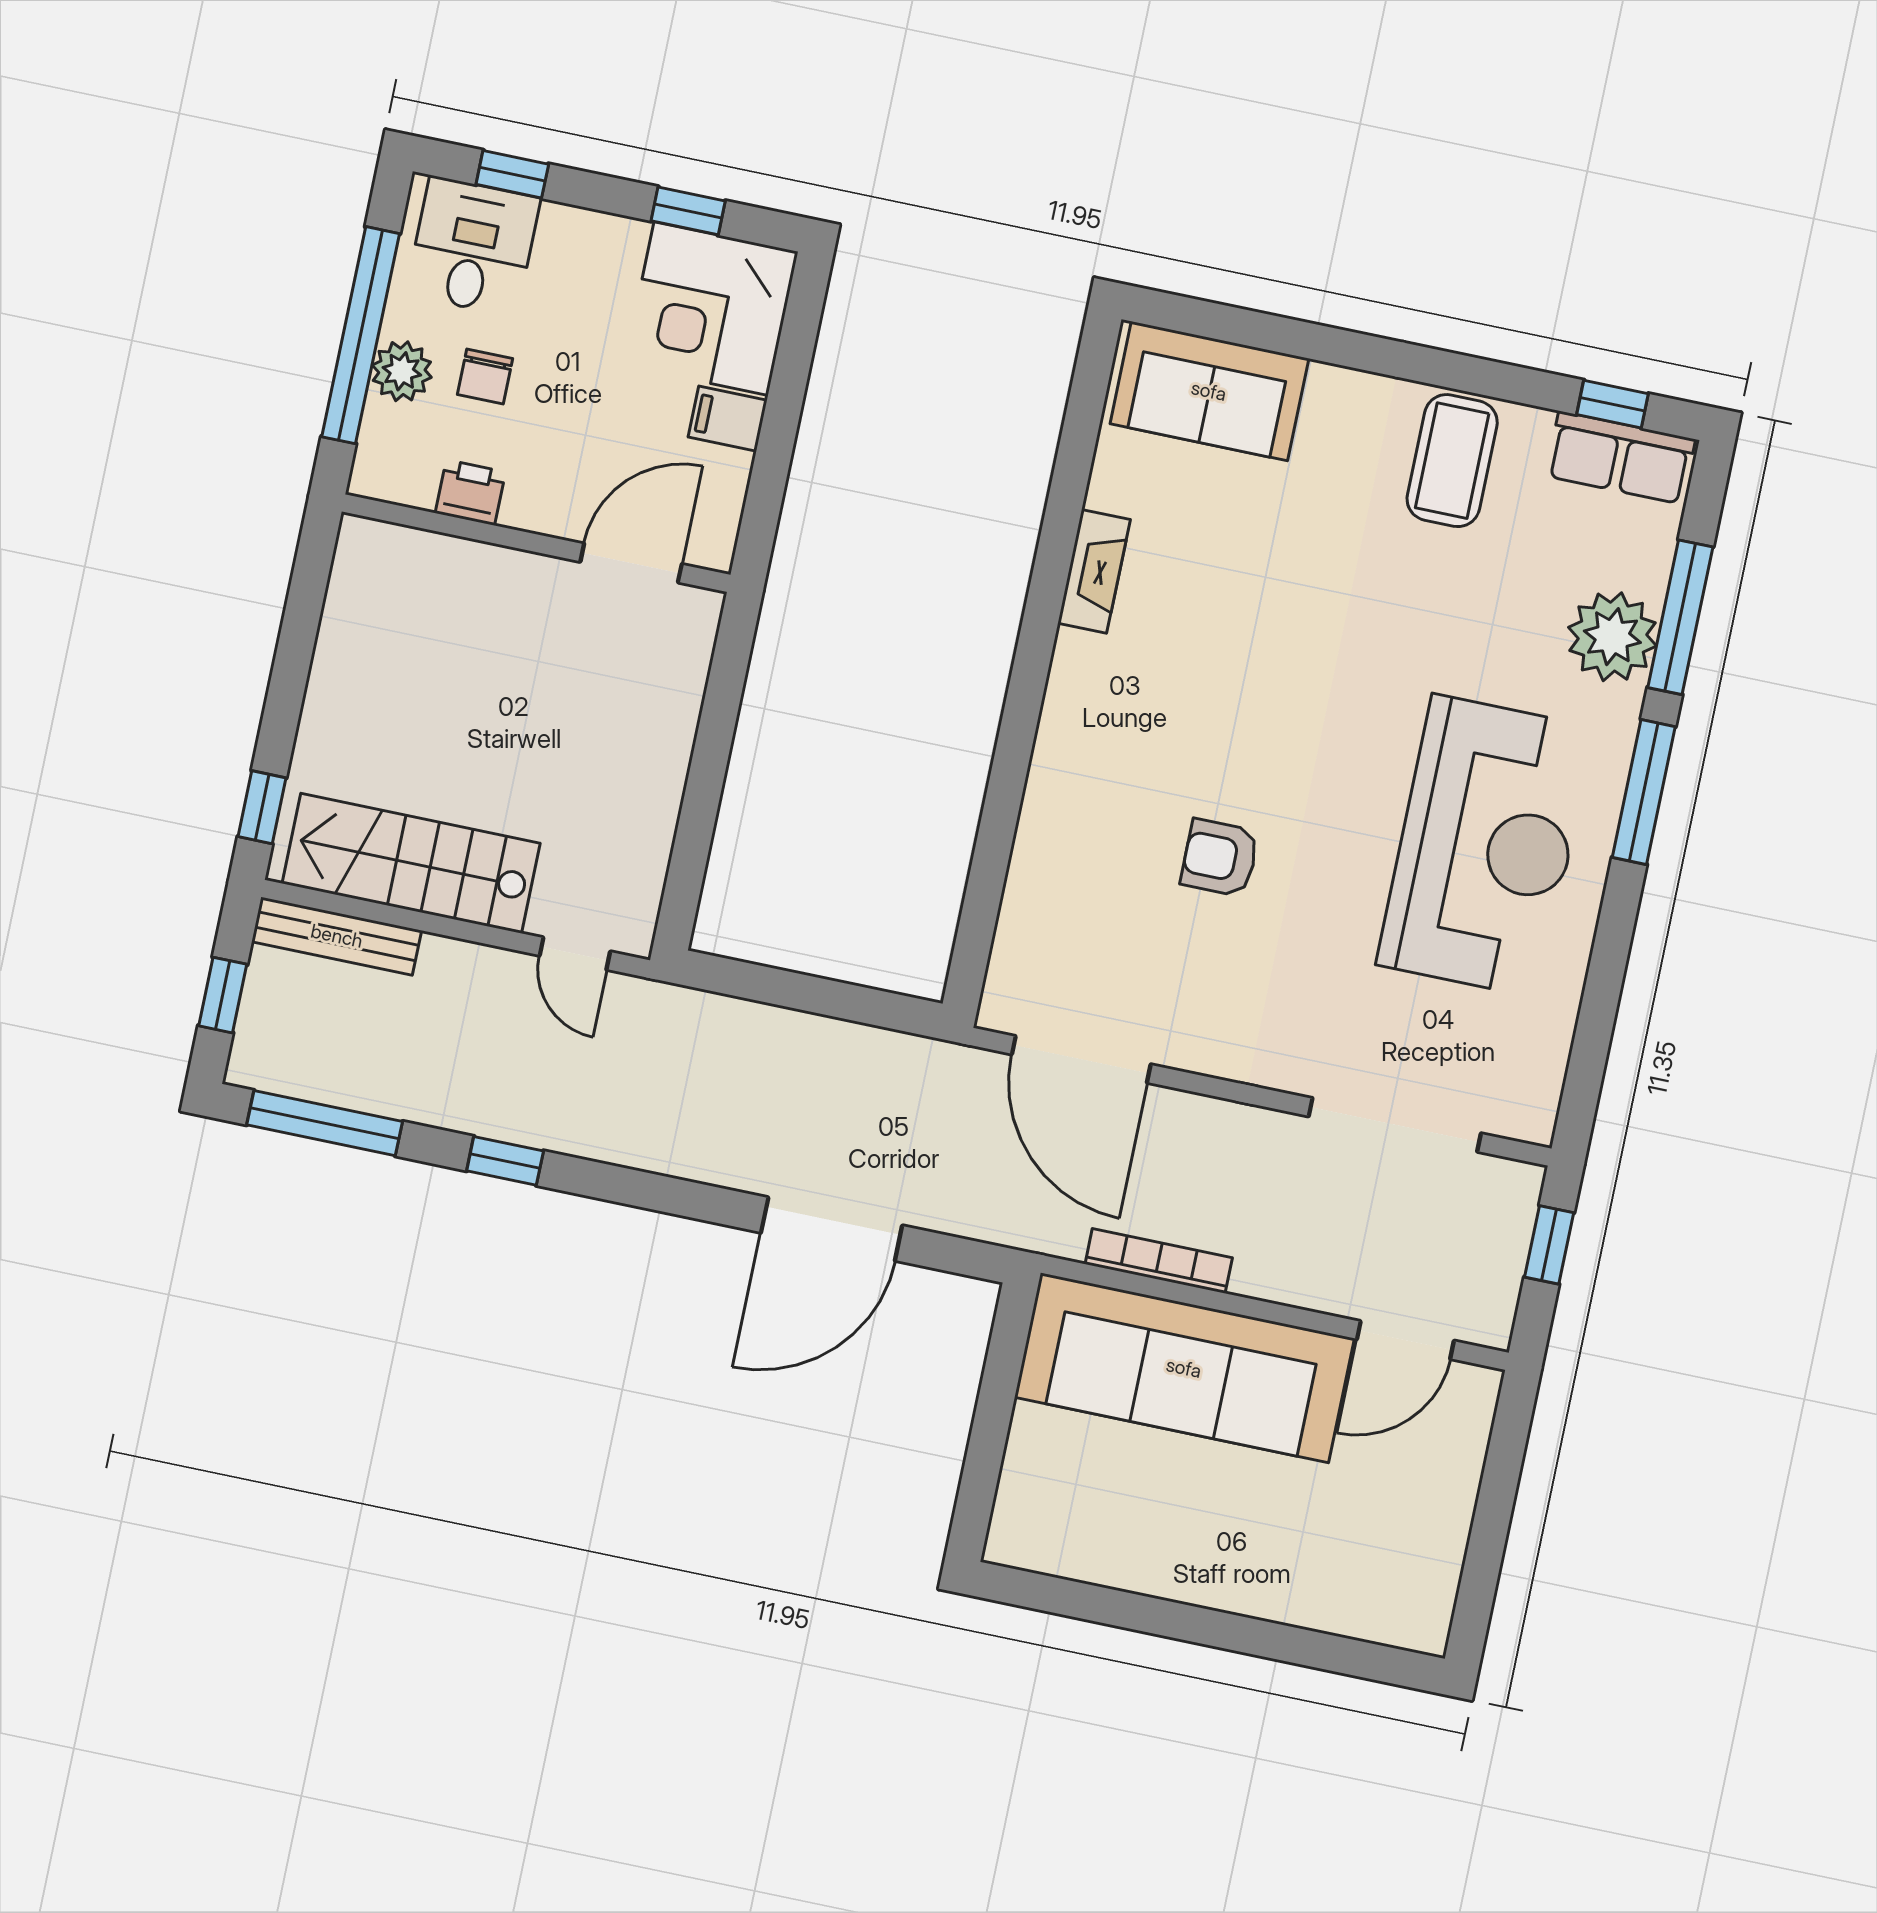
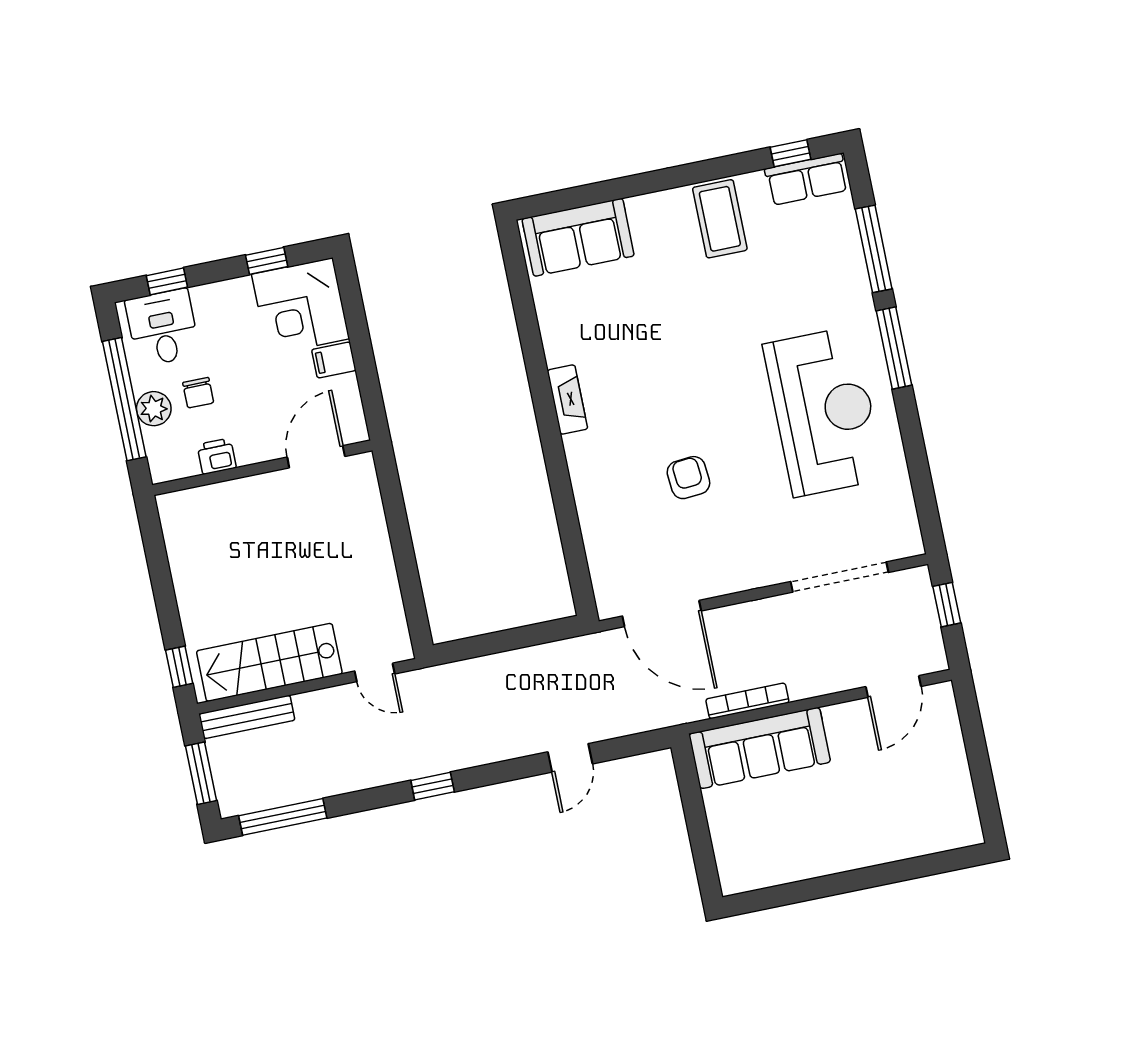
fireplace: (1094, 571) -> (567, 400), moved
plant: (1612, 637) -> (843, 274), removed
armchair: (1220, 858) -> (688, 478), turned 85
window: (223, 995) -> (201, 773), width x1.50
window: (505, 1161) -> (433, 786), moved
door: (832, 1229) -> (570, 758), width x0.53
sofa: (1184, 1368) -> (760, 748), width x0.74, depth x0.79

